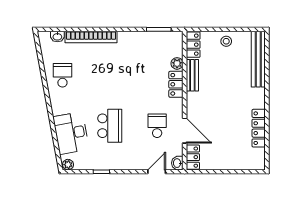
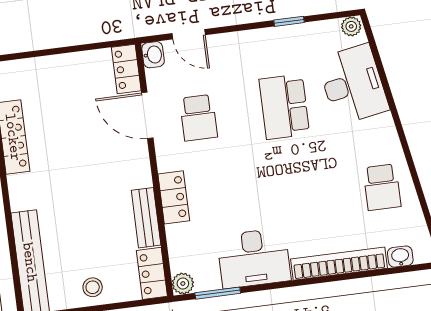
desk: (137, 46) -> (254, 258), added
plant: (177, 63) -> (183, 284), moved
door: (157, 172) -> (189, 34), hinge flipped

